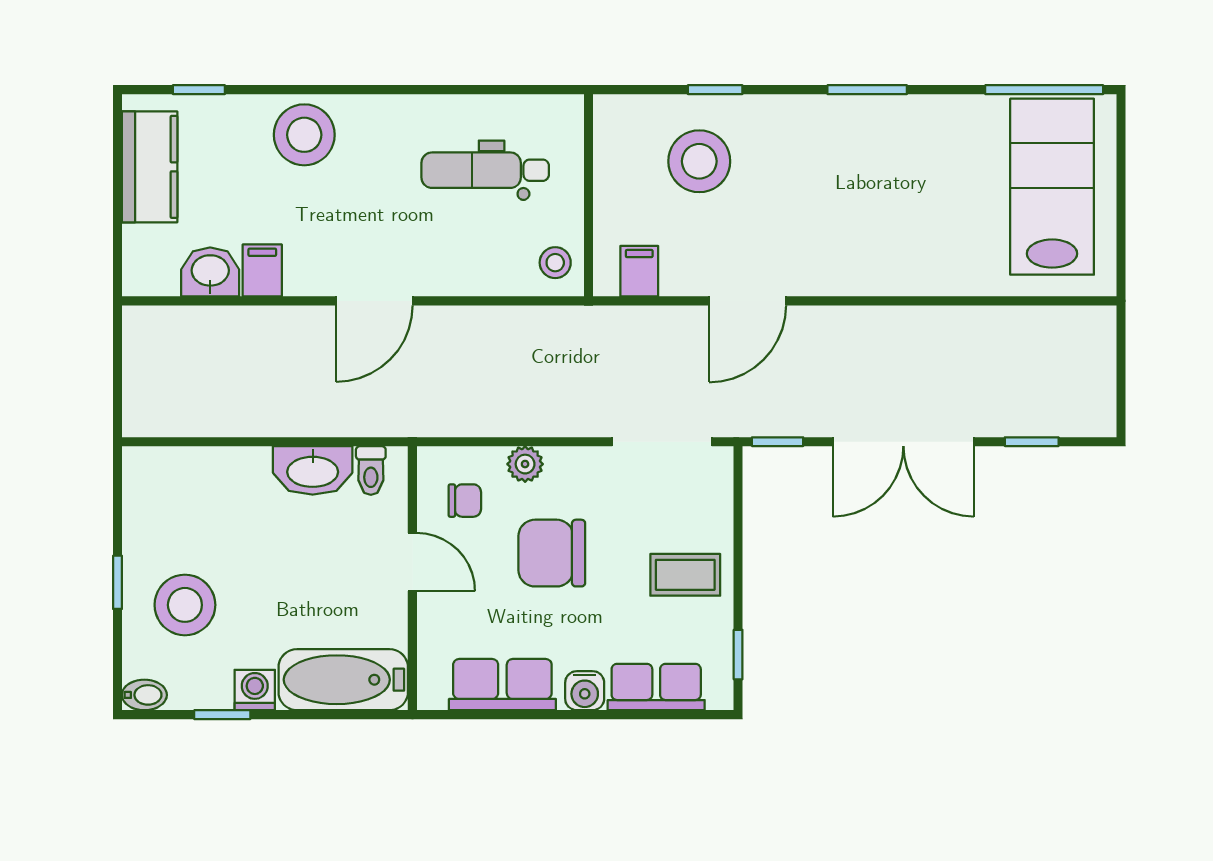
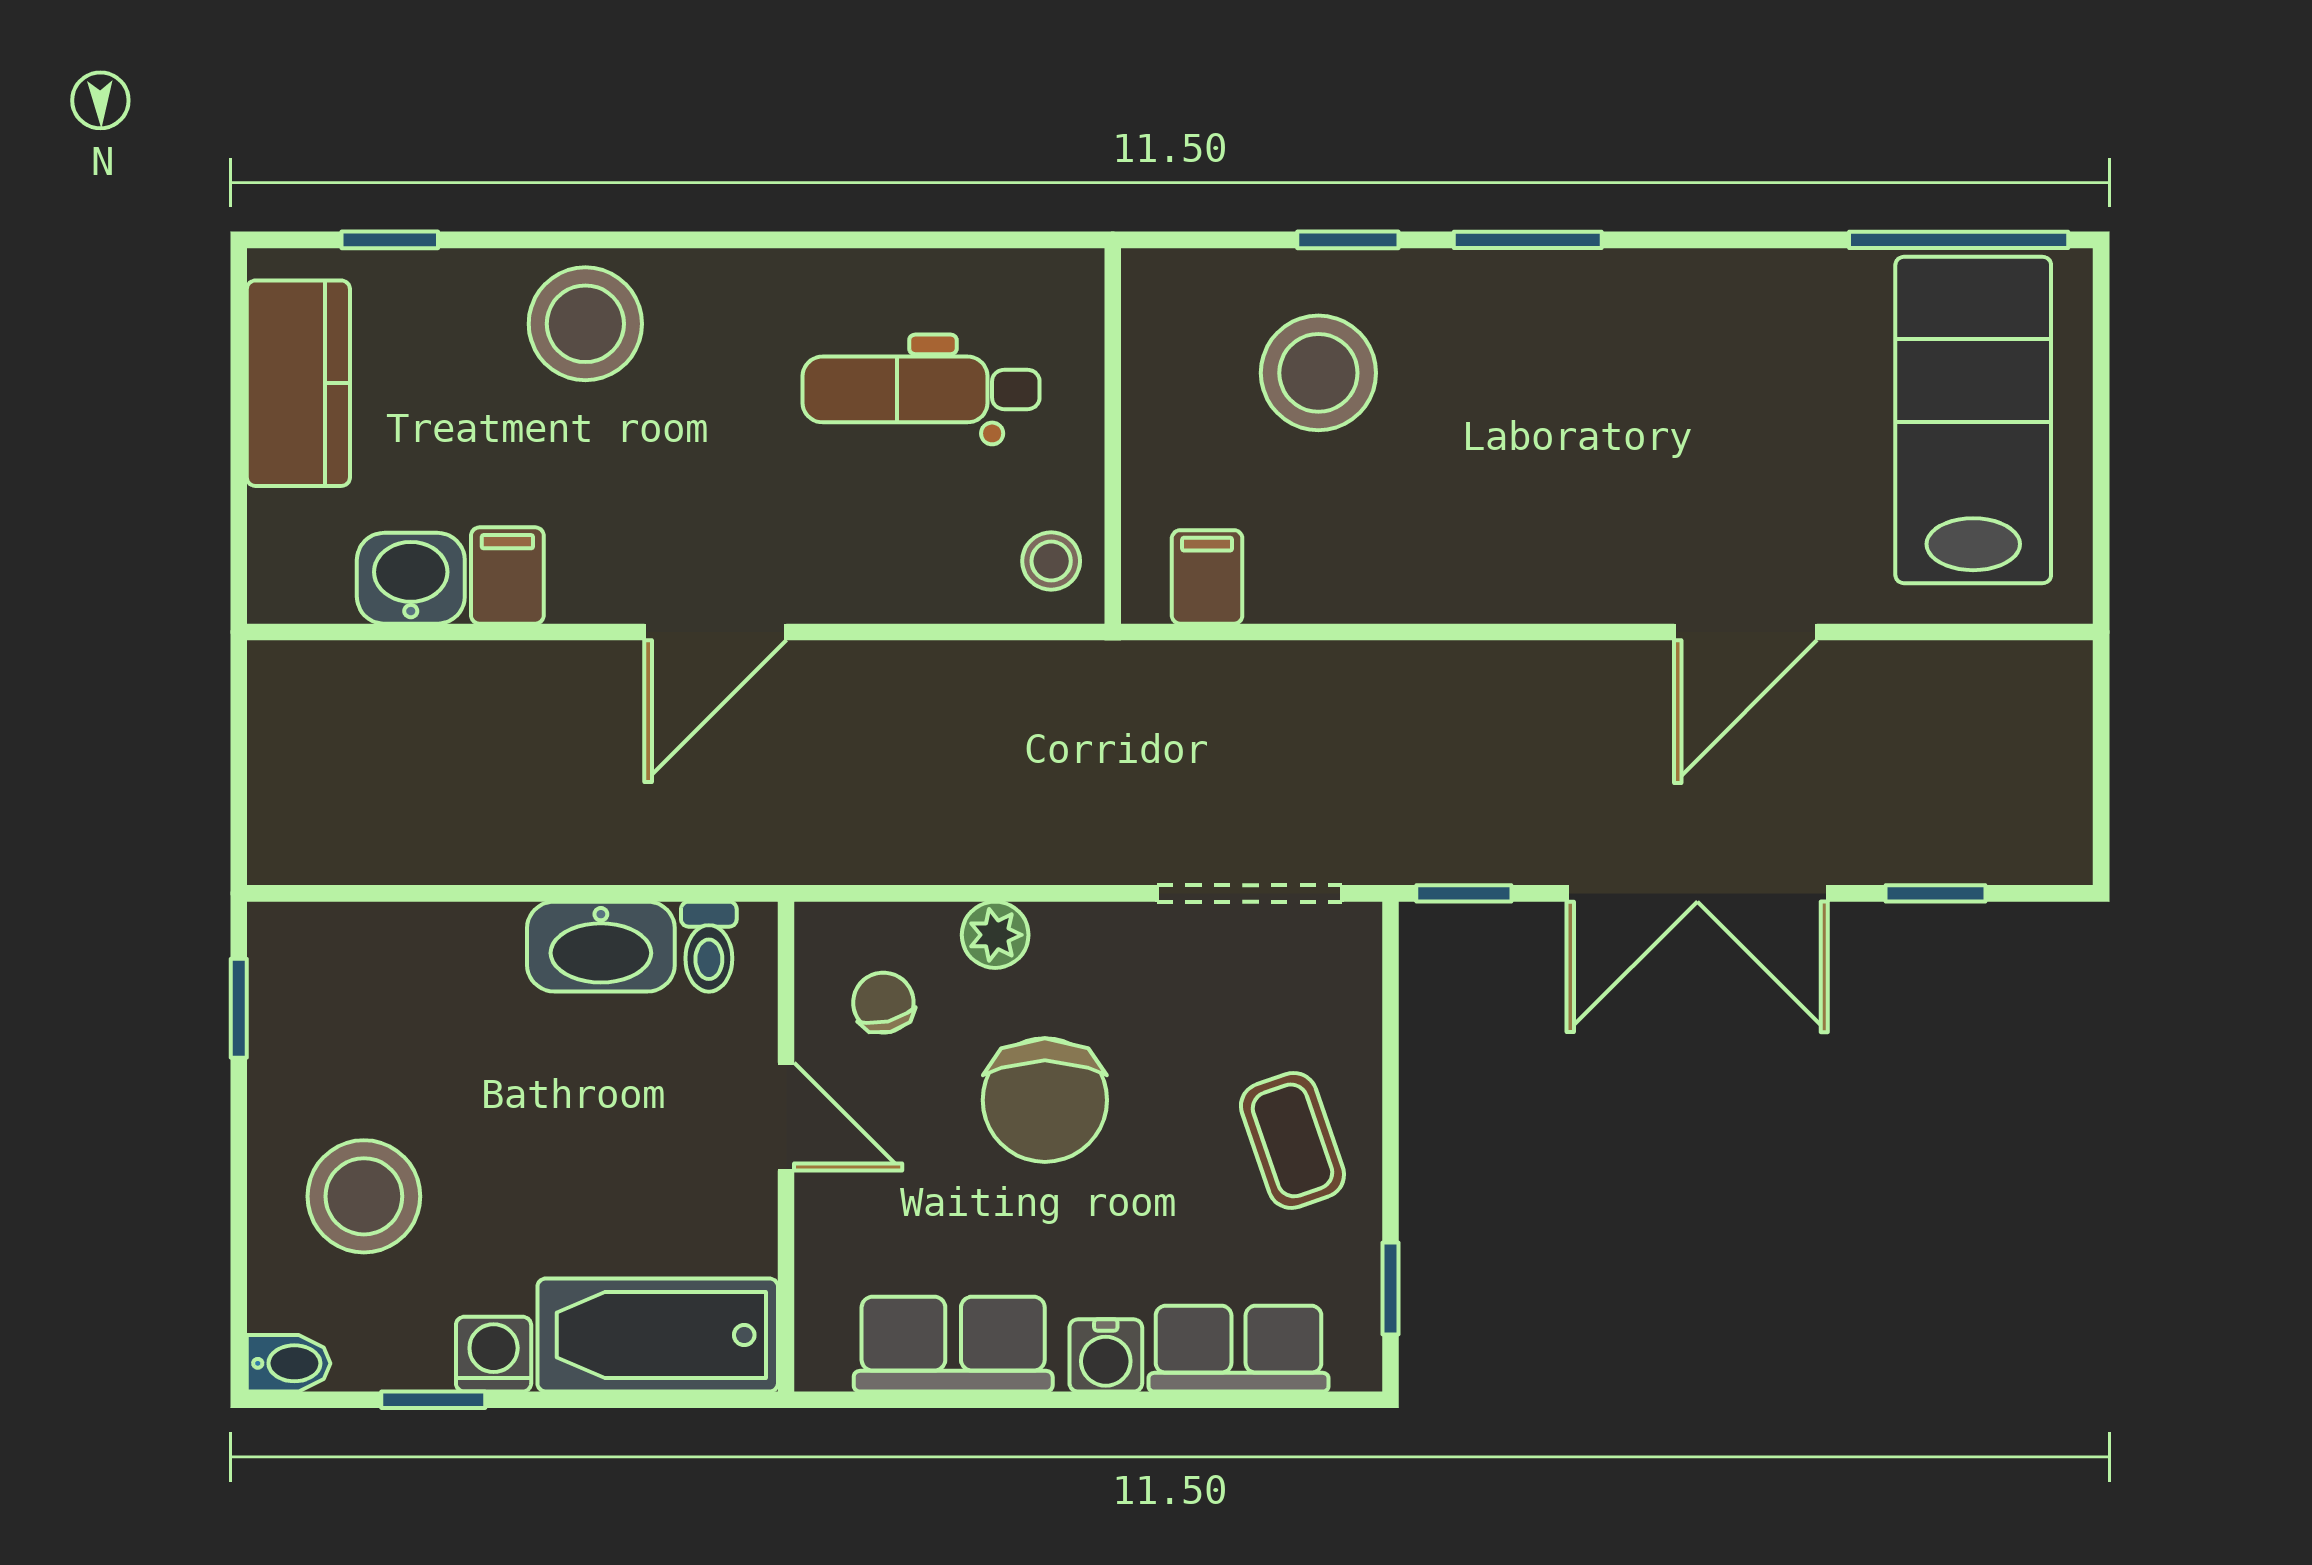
window: (867, 90) -> (1528, 240), moved
door: (748, 301) -> (1746, 632), moved
chair: (465, 501) -> (883, 1003), turned -104
chair: (552, 553) -> (1045, 1100), turned -90
coffee table: (685, 575) -> (1292, 1140), turned 71
window: (117, 582) -> (239, 1008), moved

